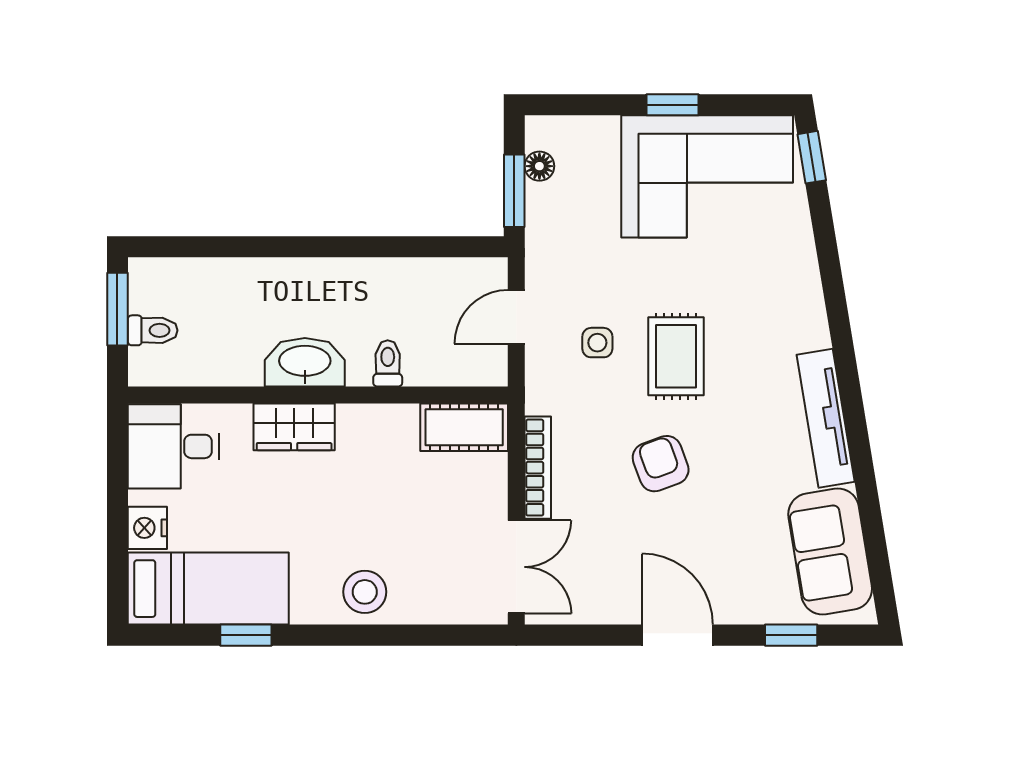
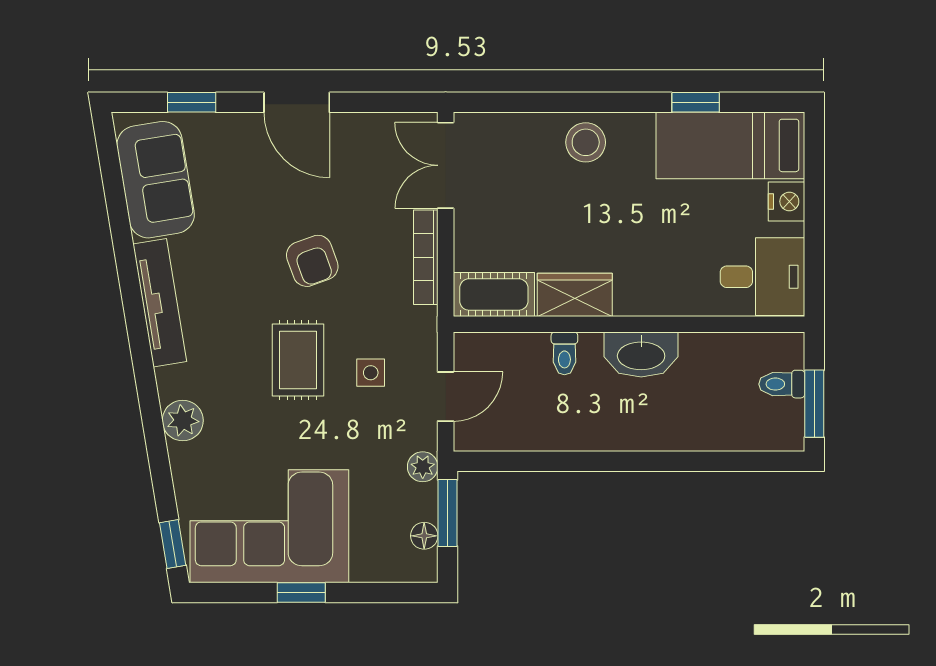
plant: (541, 241) -> (423, 467), added
plant: (801, 291) -> (183, 421), added
wardrobe: (294, 427) -> (575, 295), moved

